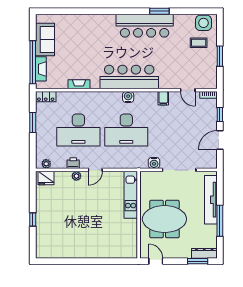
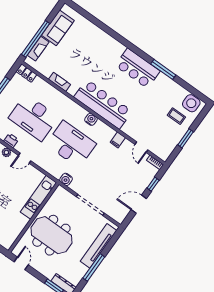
window: (159, 11) -> (163, 69), width x1.44
bar counter: (145, 26) -> (138, 68), width x0.73
desk: (126, 130) -> (71, 144), turned 180
water cooler: (154, 163) -> (66, 179), moved

